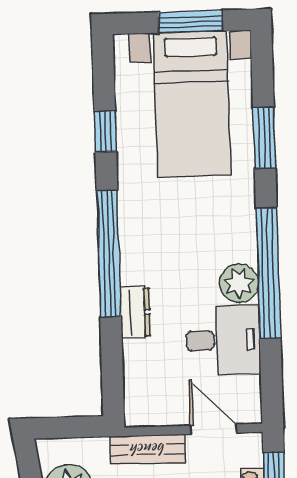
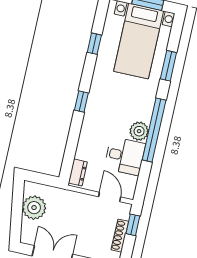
window: (109, 253) -> (81, 102), width x0.32
dresser: (135, 312) -> (78, 172), moved
bench: (148, 449) -> (76, 199), removed

